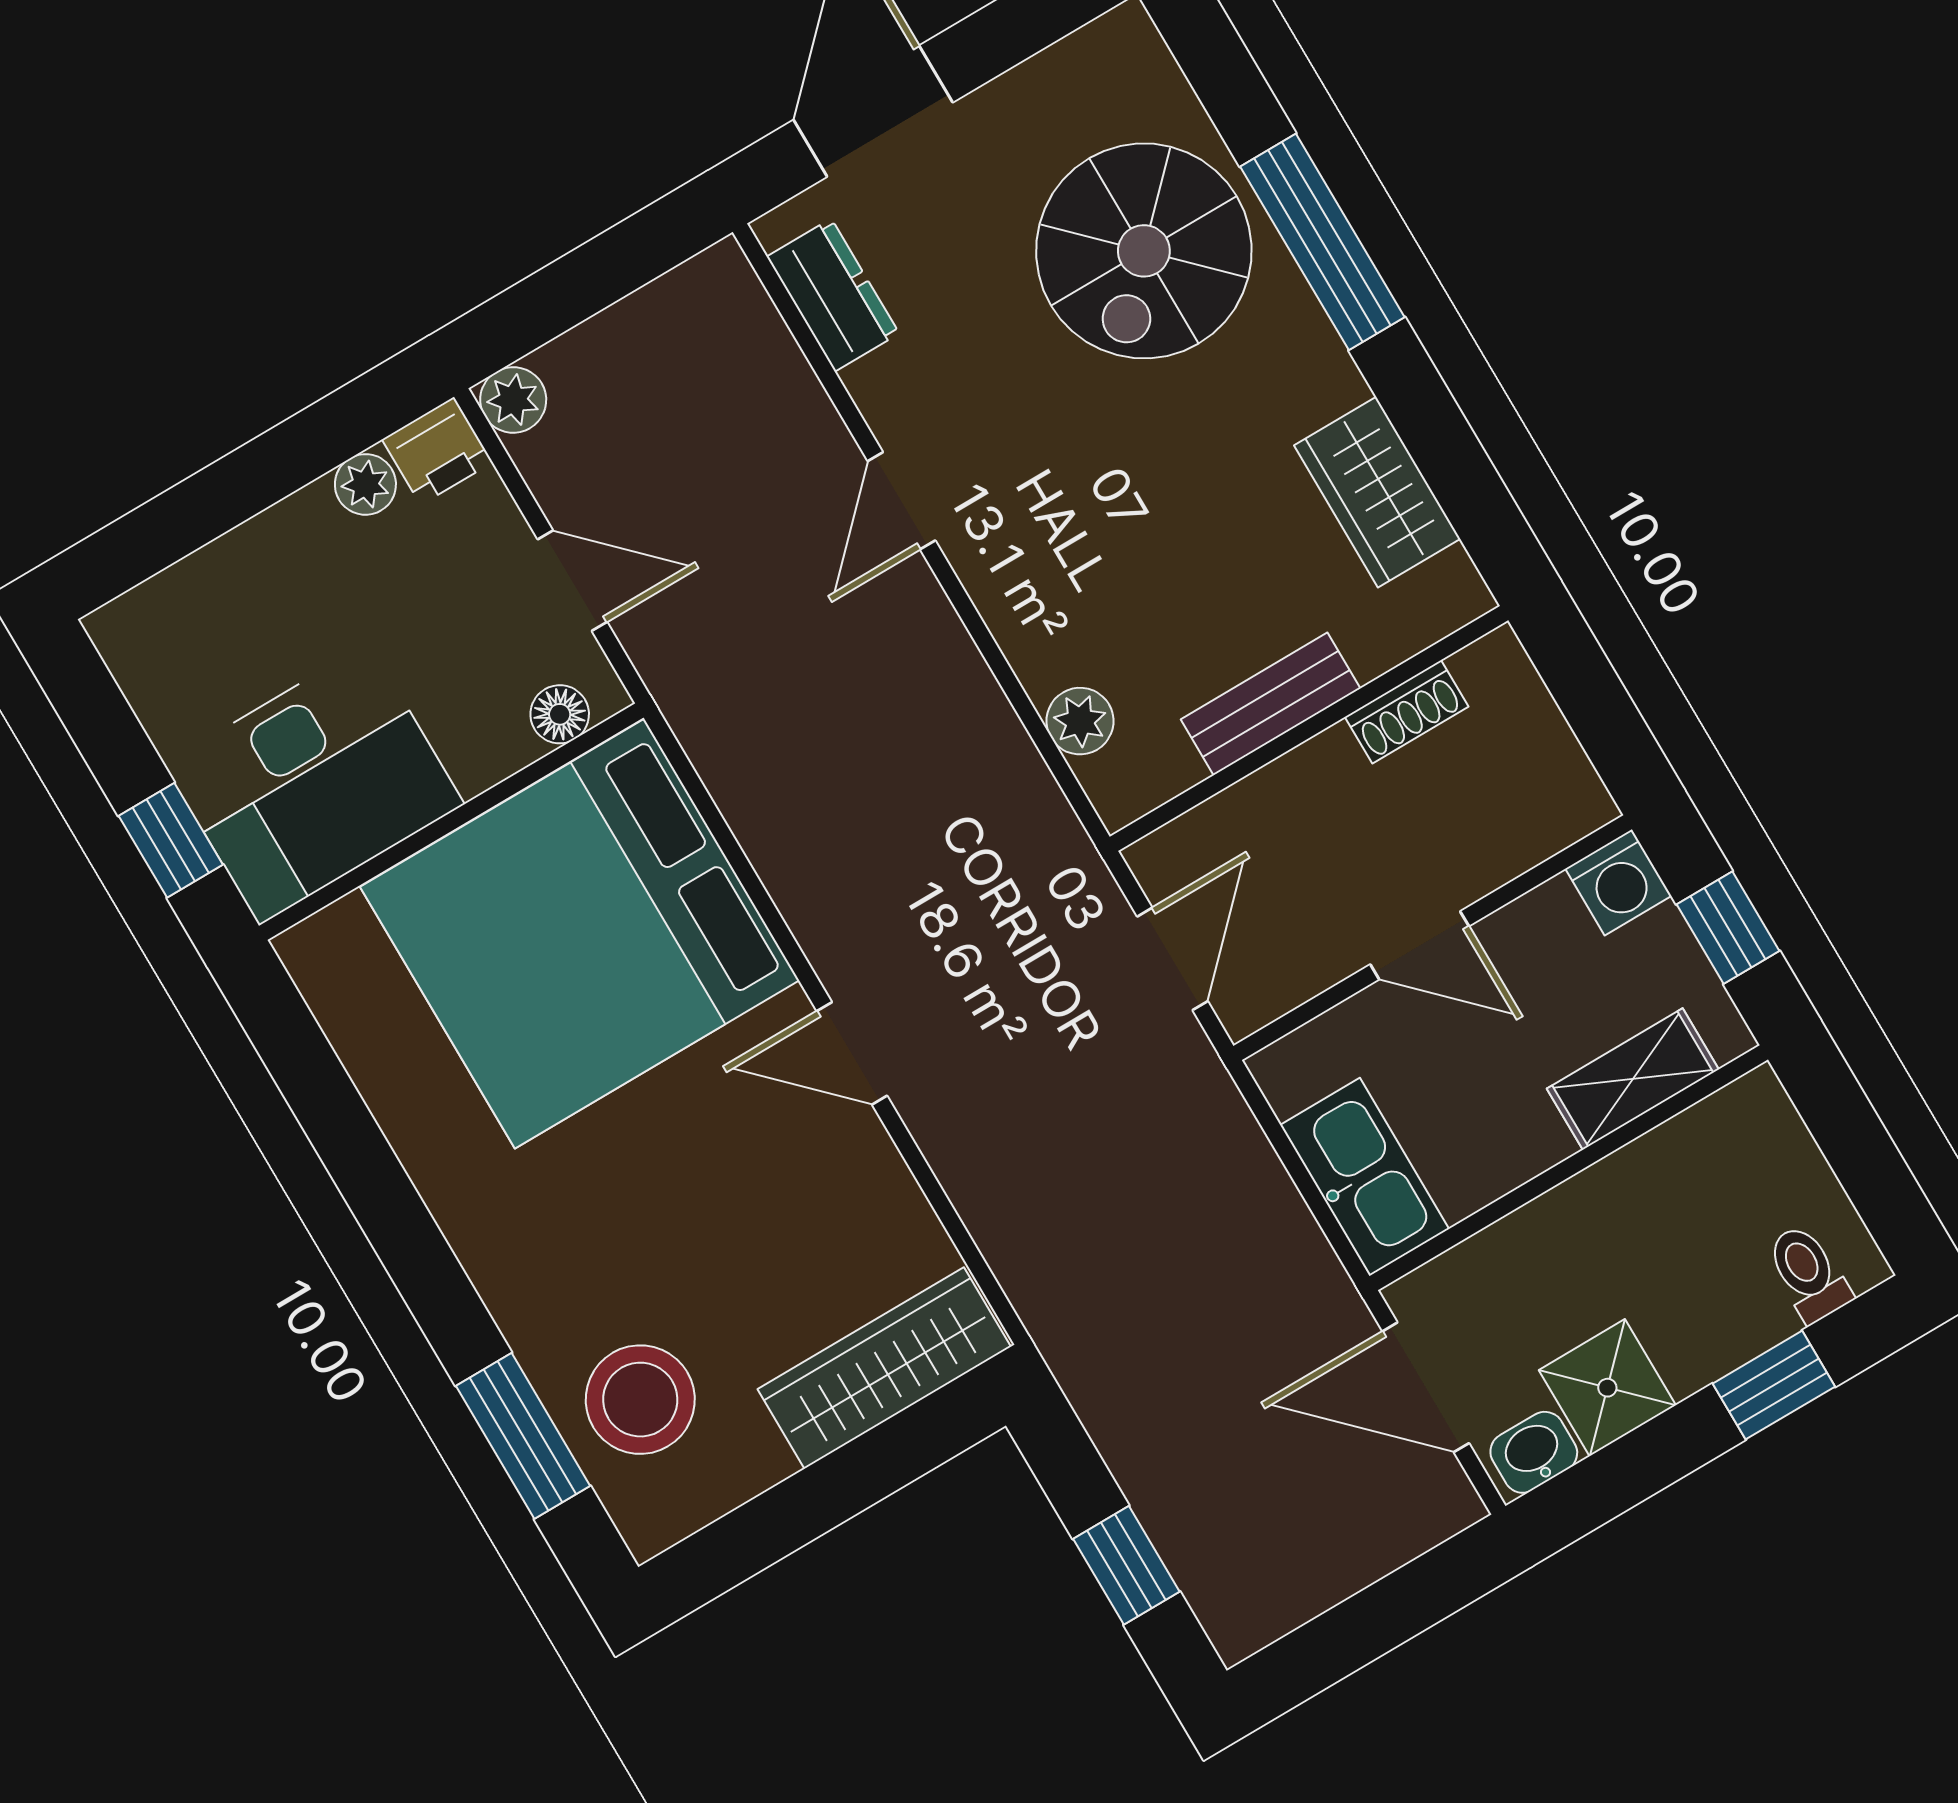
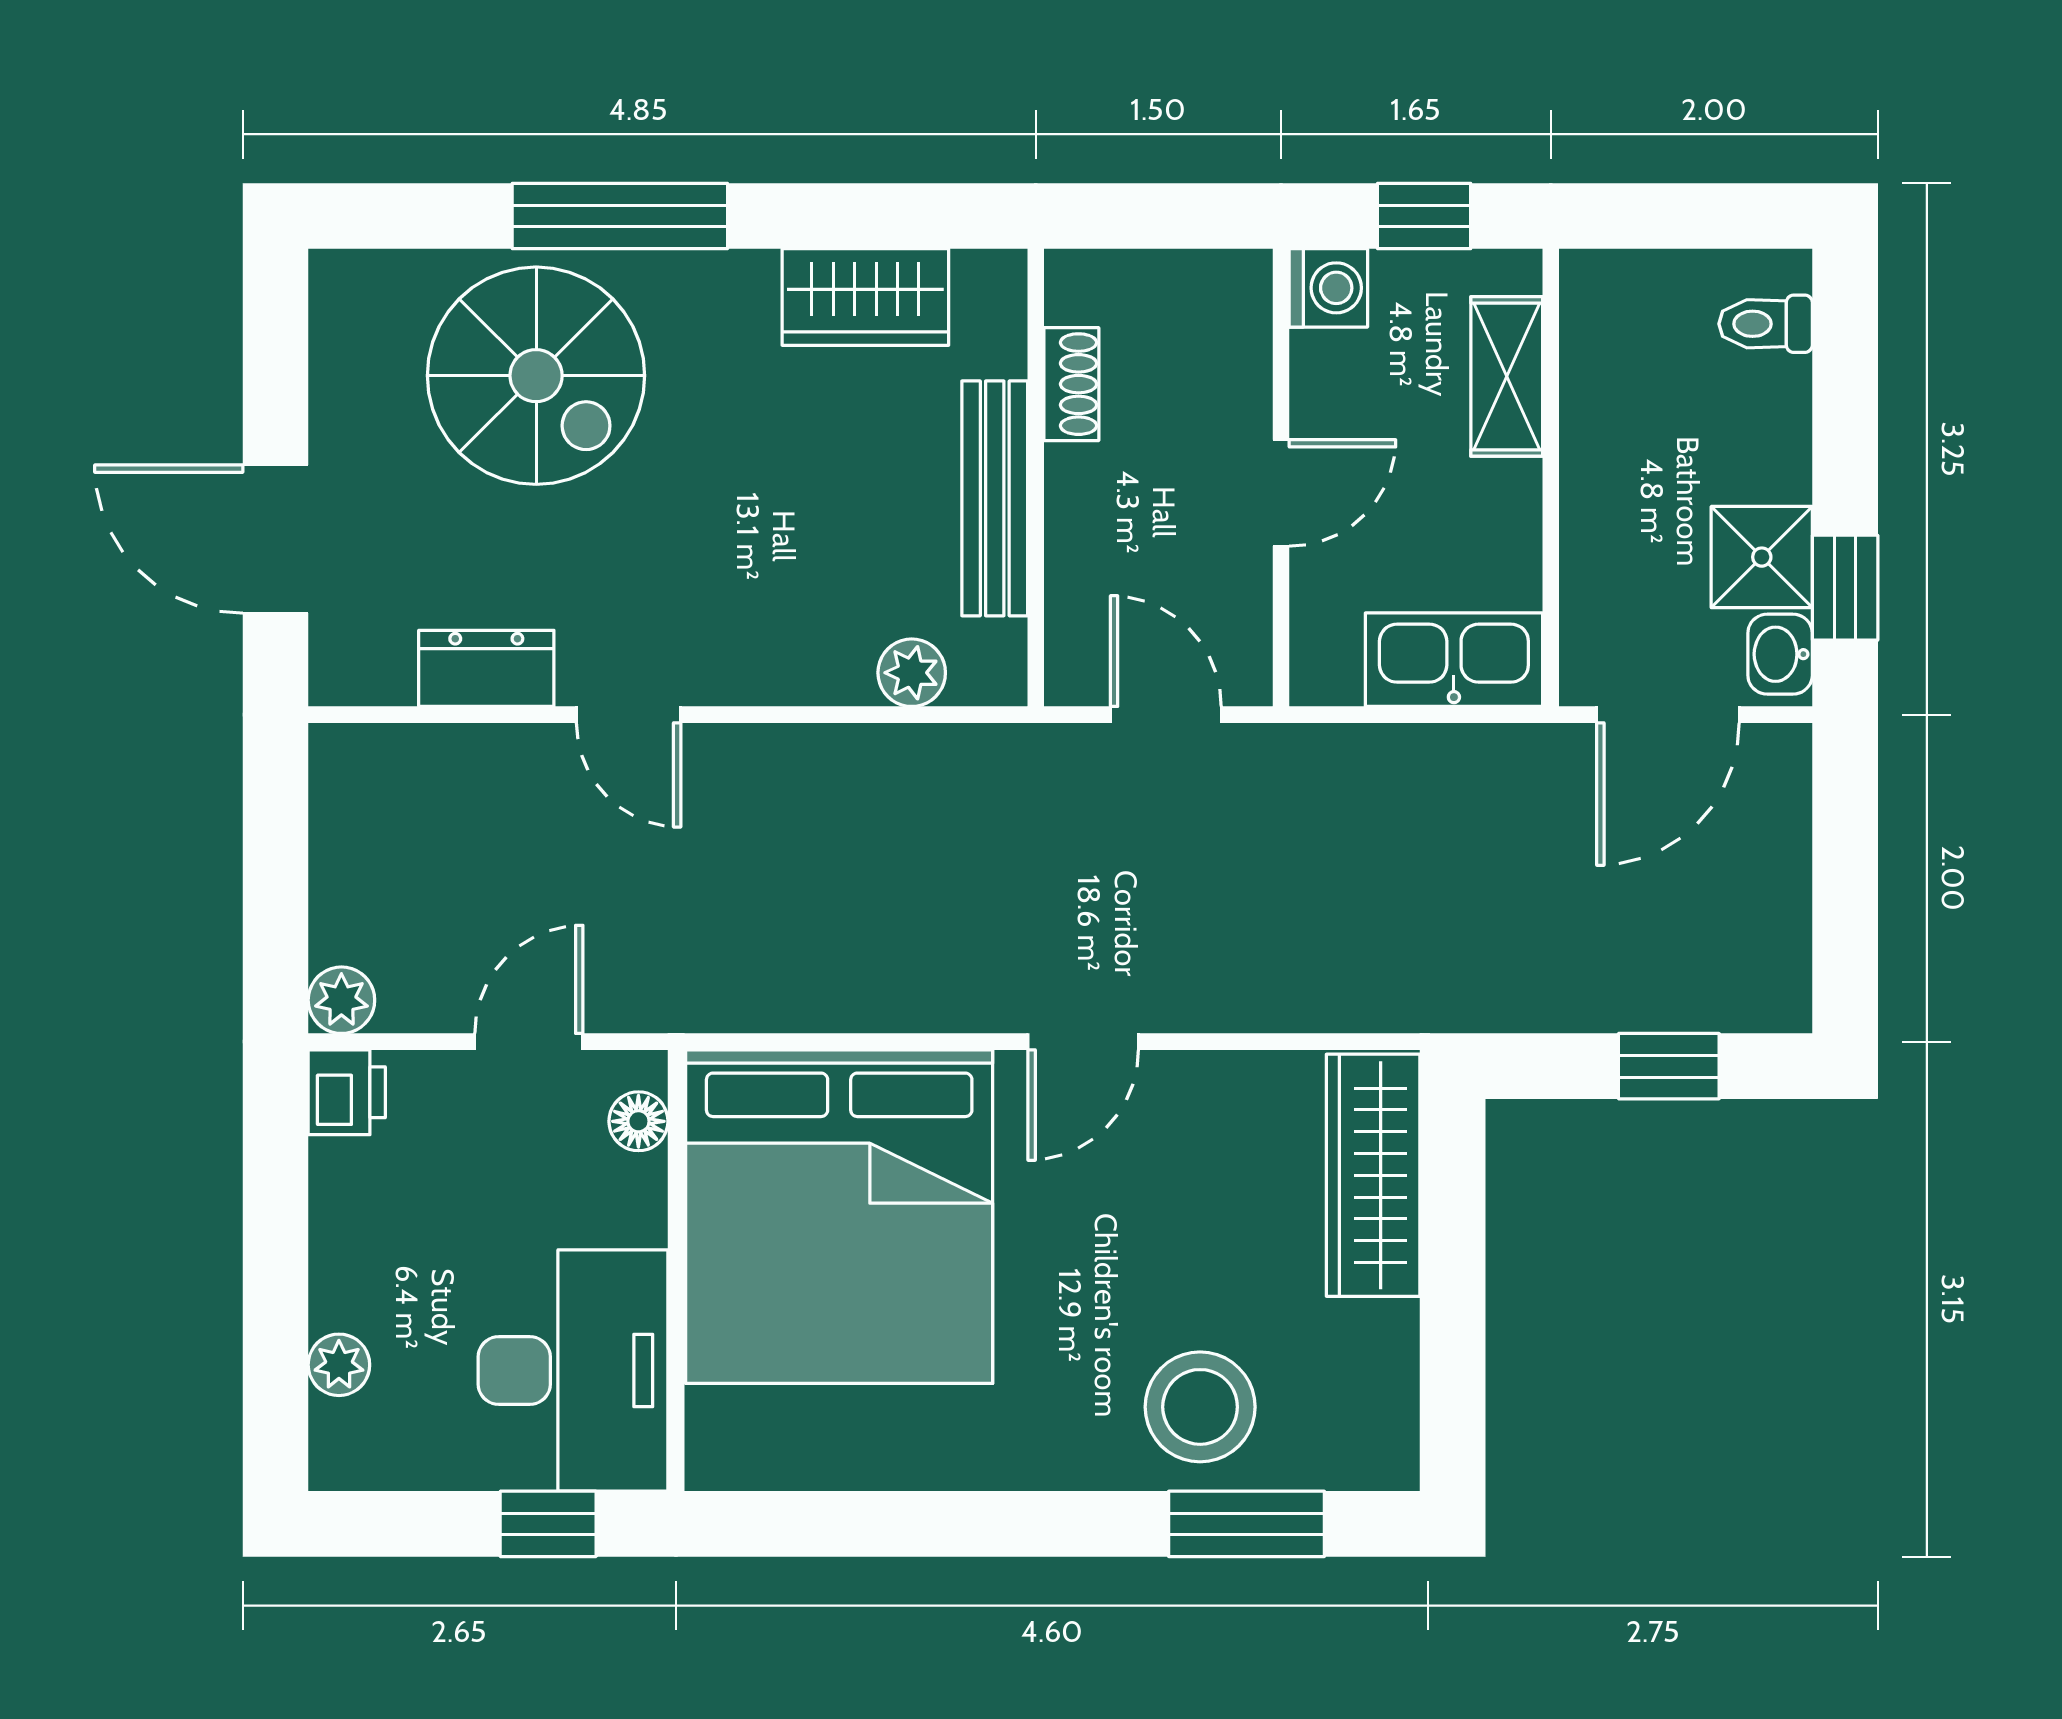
dresser: (833, 295) -> (486, 668), moved
plant: (365, 484) -> (339, 1365), moved
bench: (1271, 704) -> (995, 498), width x1.36
window: (1774, 1385) -> (1845, 588), moved
stool: (640, 1400) -> (1200, 1407), moved

